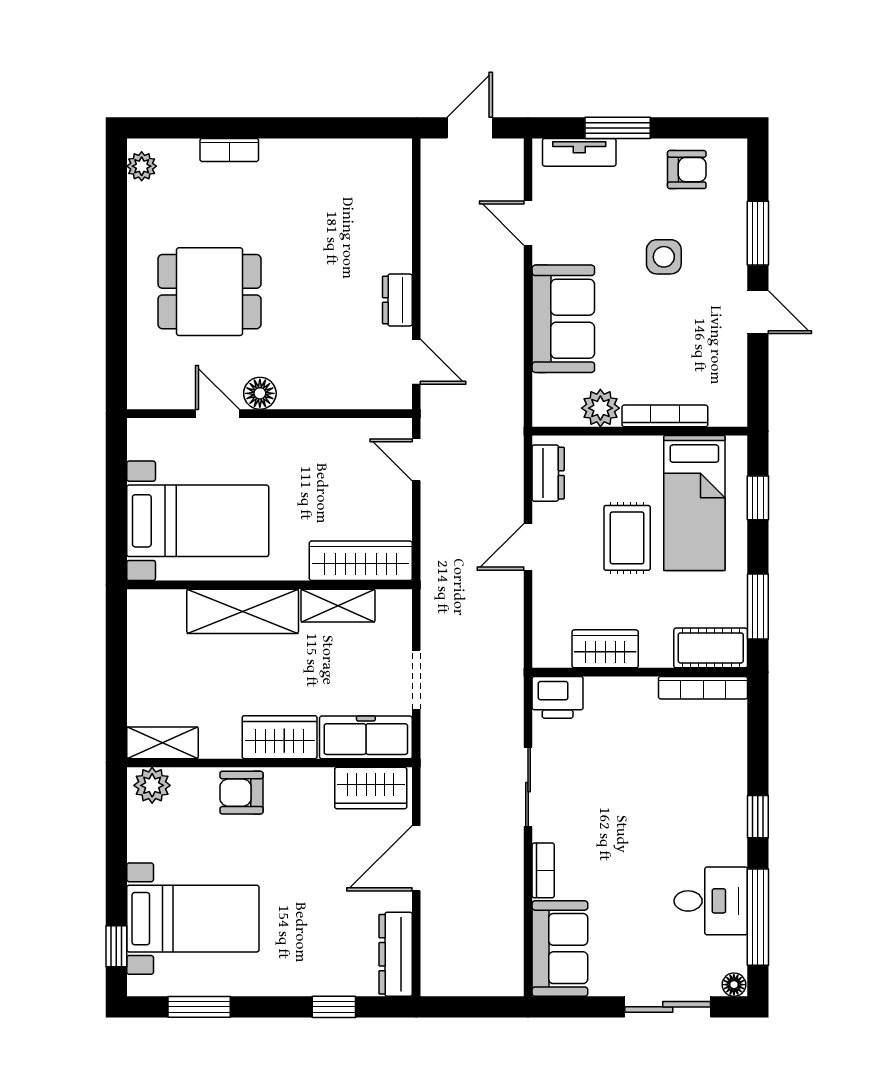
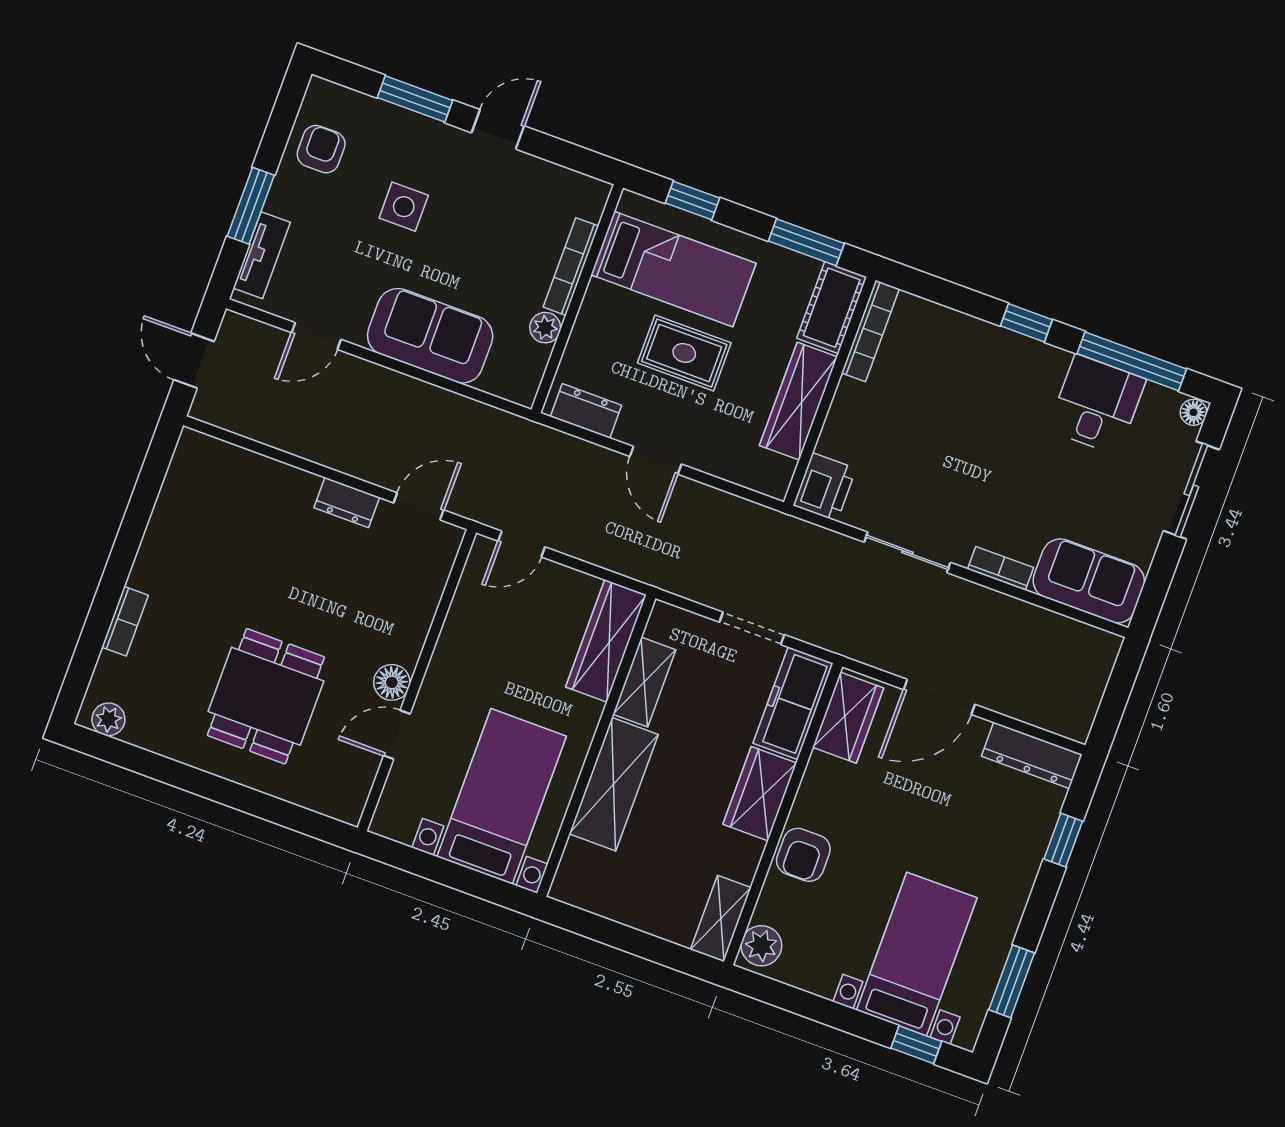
plant: (600, 408) -> (545, 328), width x0.73, depth x0.73
wardrobe: (605, 649) -> (798, 401), width x1.50
door: (416, 858) -> (939, 697), hinge flipped

